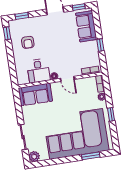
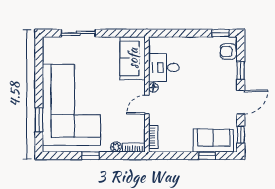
window: (22, 16) -> (241, 71), moved
armchair: (28, 42) -> (228, 52), moved
window: (100, 45) -> (207, 156), moved
plant: (34, 157) -> (50, 44), removed

